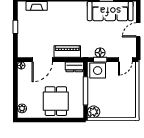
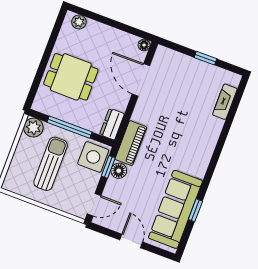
piano: (67, 52) -> (131, 143), moved
door: (125, 60) -> (94, 205), swing flipped
sun lounger: (111, 94) -> (51, 164), added

